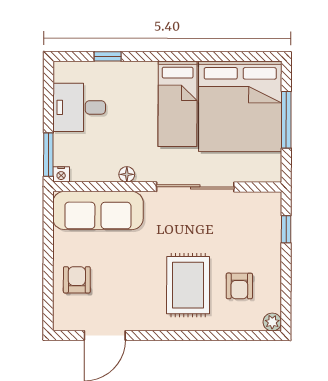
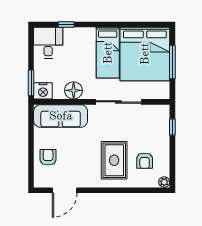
desk: (79, 107) -> (48, 43), moved, turned 90
nightstand: (61, 174) -> (43, 91), width x1.89, depth x1.79
floor lamp: (127, 174) -> (74, 90), width x1.89, depth x1.89

